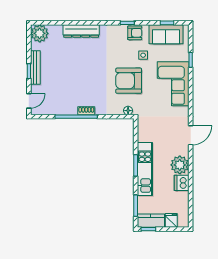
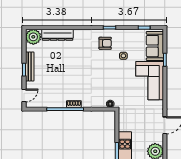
dresser: (81, 31) -> (58, 35), moved
armchair: (135, 33) -> (105, 43), moved
sofa: (166, 34) -> (155, 46), moved, turned 90
armchair: (129, 81) -> (111, 78), removed

